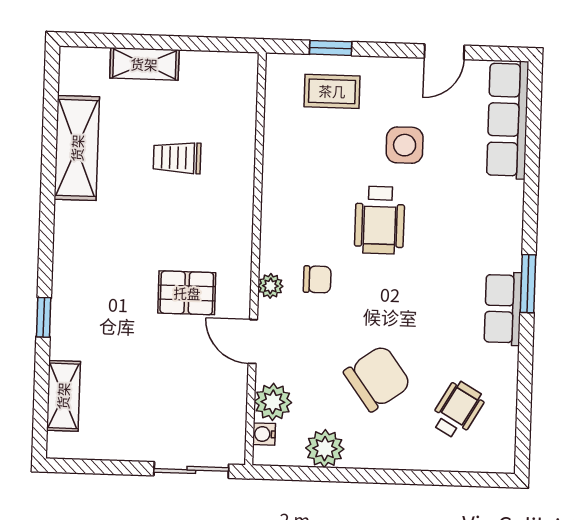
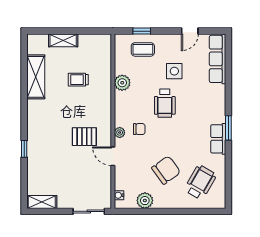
shelving: (63, 396) -> (42, 202), moved, turned 90
plant: (273, 402) -> (122, 83), moved
wheelchair: (457, 410) -> (200, 182), width x1.36, depth x1.37

